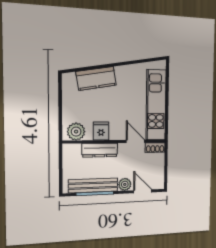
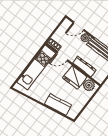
fridge: (101, 131) -> (75, 77), width x1.88, depth x1.34
door: (135, 141) -> (62, 56), hinge flipped
door: (143, 191) -> (79, 26), hinge flipped

